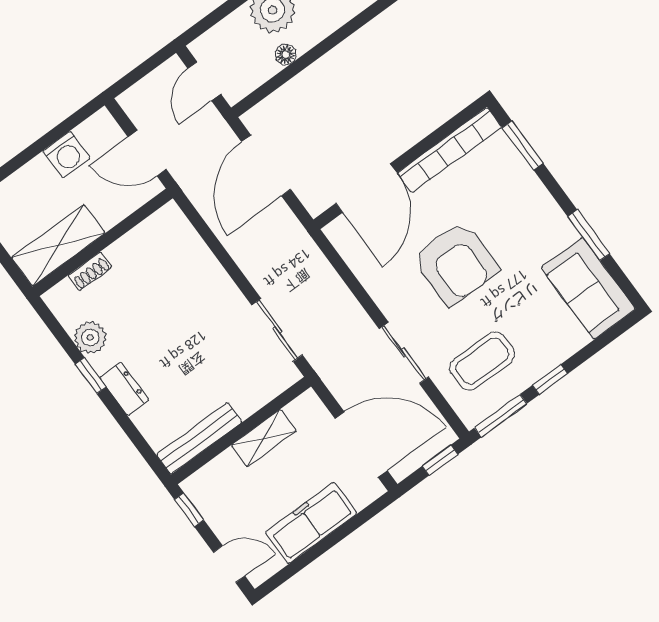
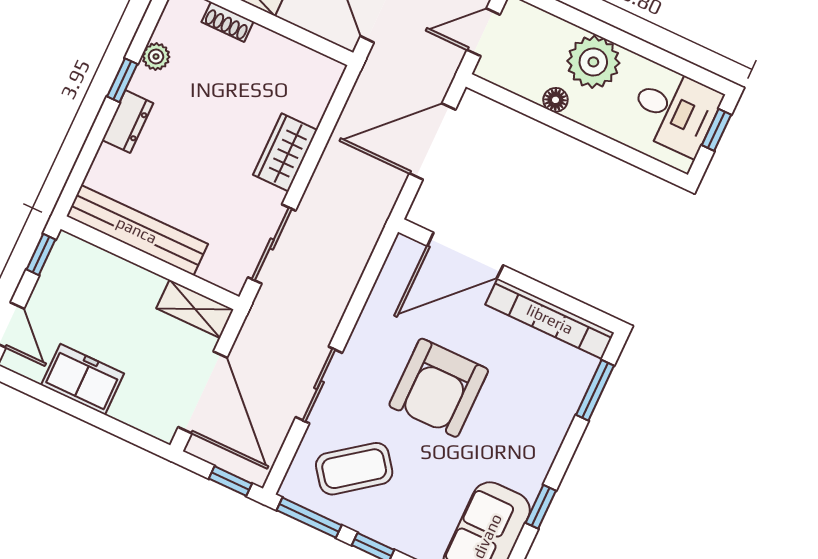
window: (589, 235) -> (541, 507), width x0.67
wardrobe: (213, 282) -> (285, 152), added
plant: (90, 337) -> (156, 56), width x0.73, depth x0.73
coffee table: (482, 361) -> (354, 469), turned -37
bench: (199, 438) -> (137, 230), width x1.37, depth x1.21
shelving: (264, 438) -> (195, 309), moved
freezer: (311, 523) -> (83, 379), width x0.71

